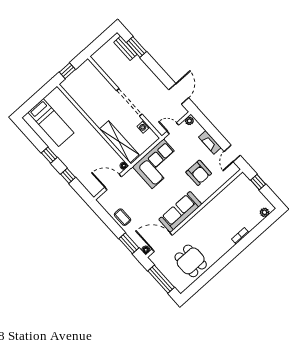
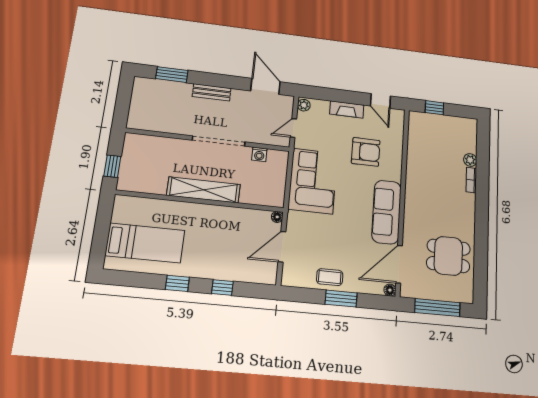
bench: (125, 48) -> (212, 92), moved
shelving: (119, 142) -> (204, 190), moved
plant: (265, 212) -> (470, 160), moved
window: (129, 243) -> (341, 299), moved

